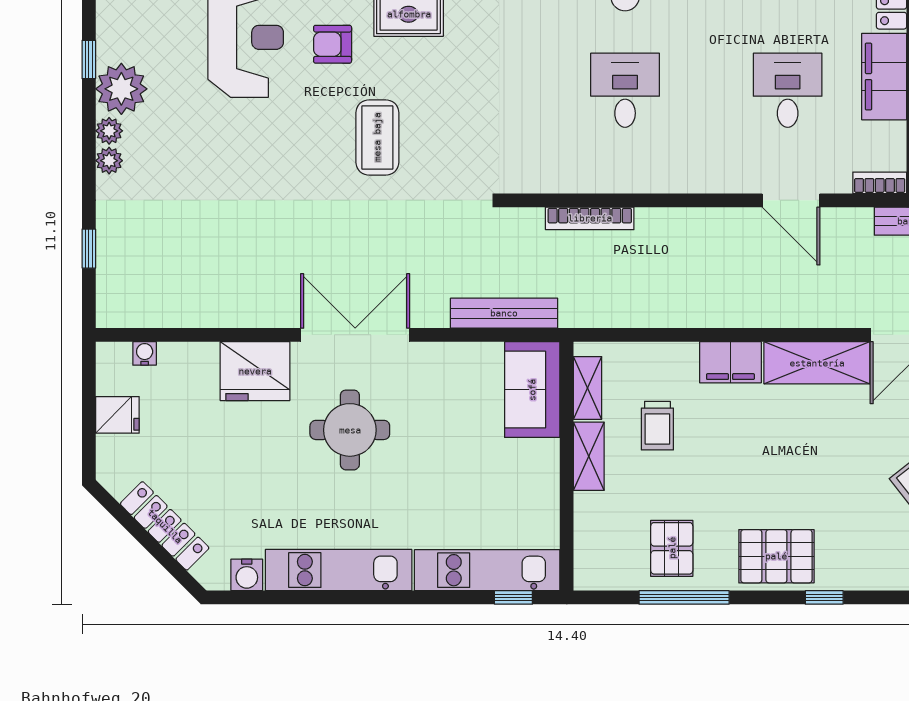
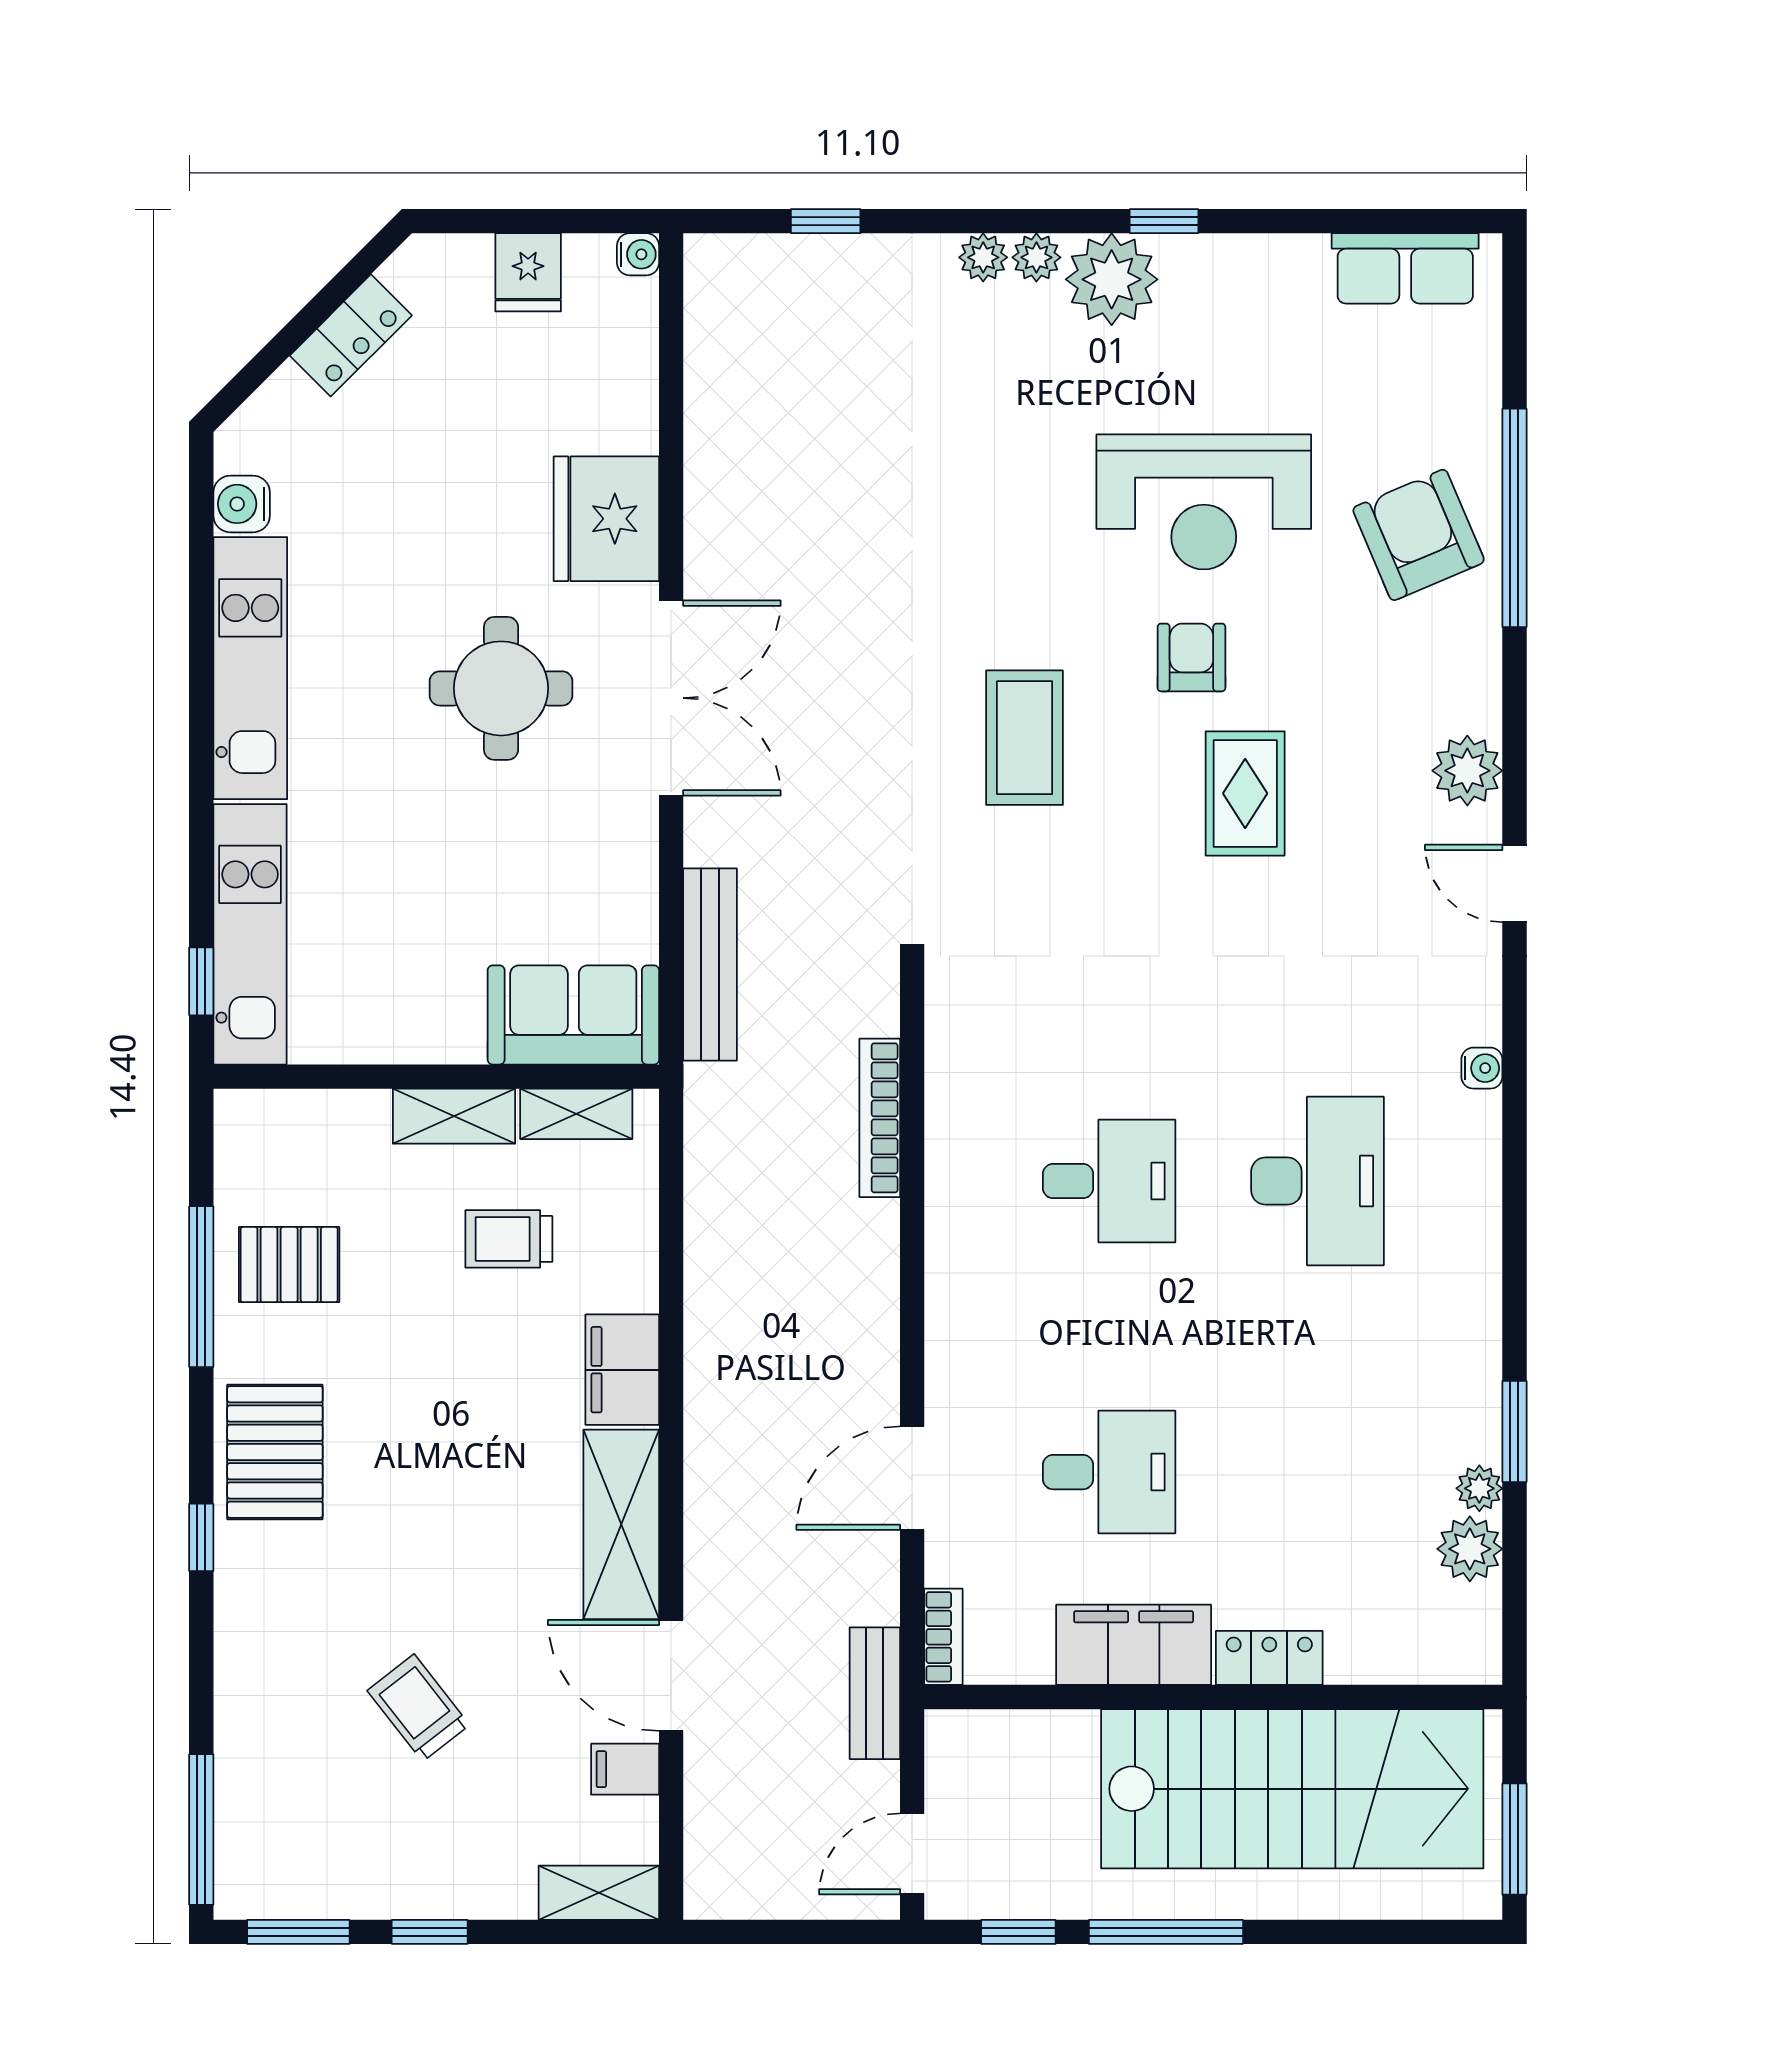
coffee table: (377, 137) -> (1025, 738), turned 90
water cooler: (145, 353) -> (638, 254), moved
locker: (165, 526) -> (351, 335), width x0.66

